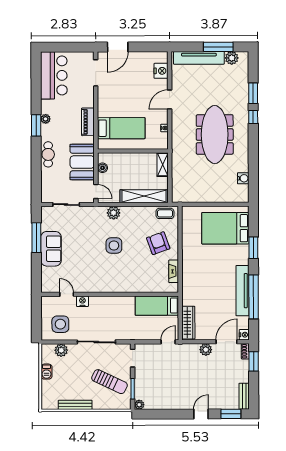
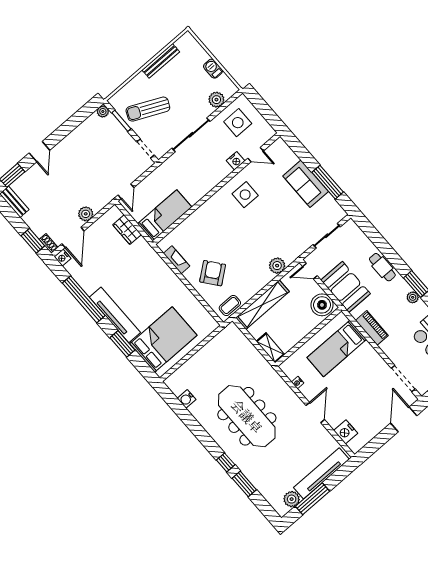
boiler: (102, 168) -> (322, 305), width x1.86, depth x1.86
armchair: (158, 243) -> (213, 273), turned -108
side table: (114, 245) -> (245, 195), moved
tv unit: (242, 291) -> (115, 315), moved
wardrobe: (188, 323) -> (127, 230), width x0.67

